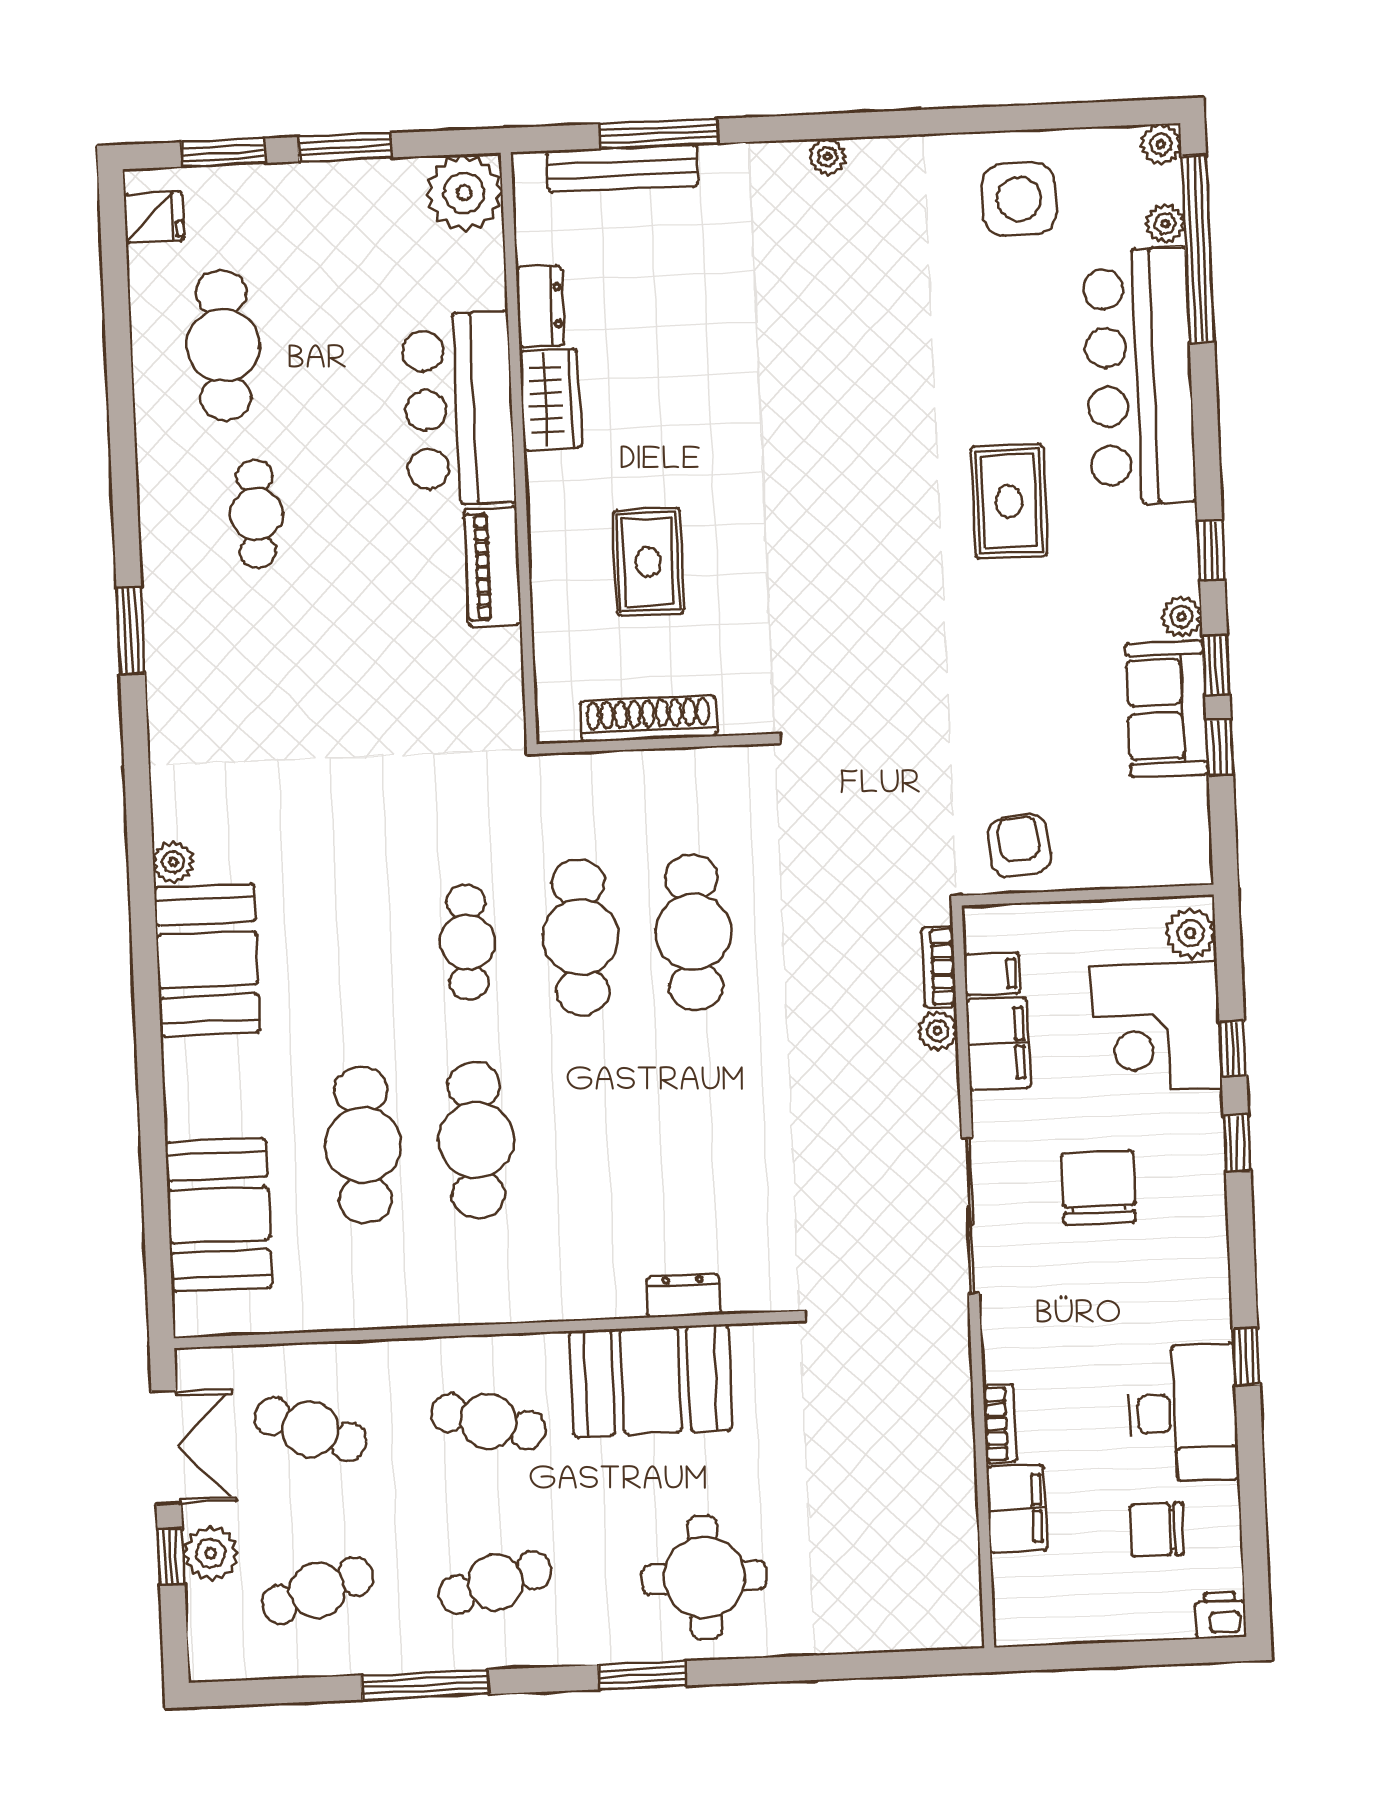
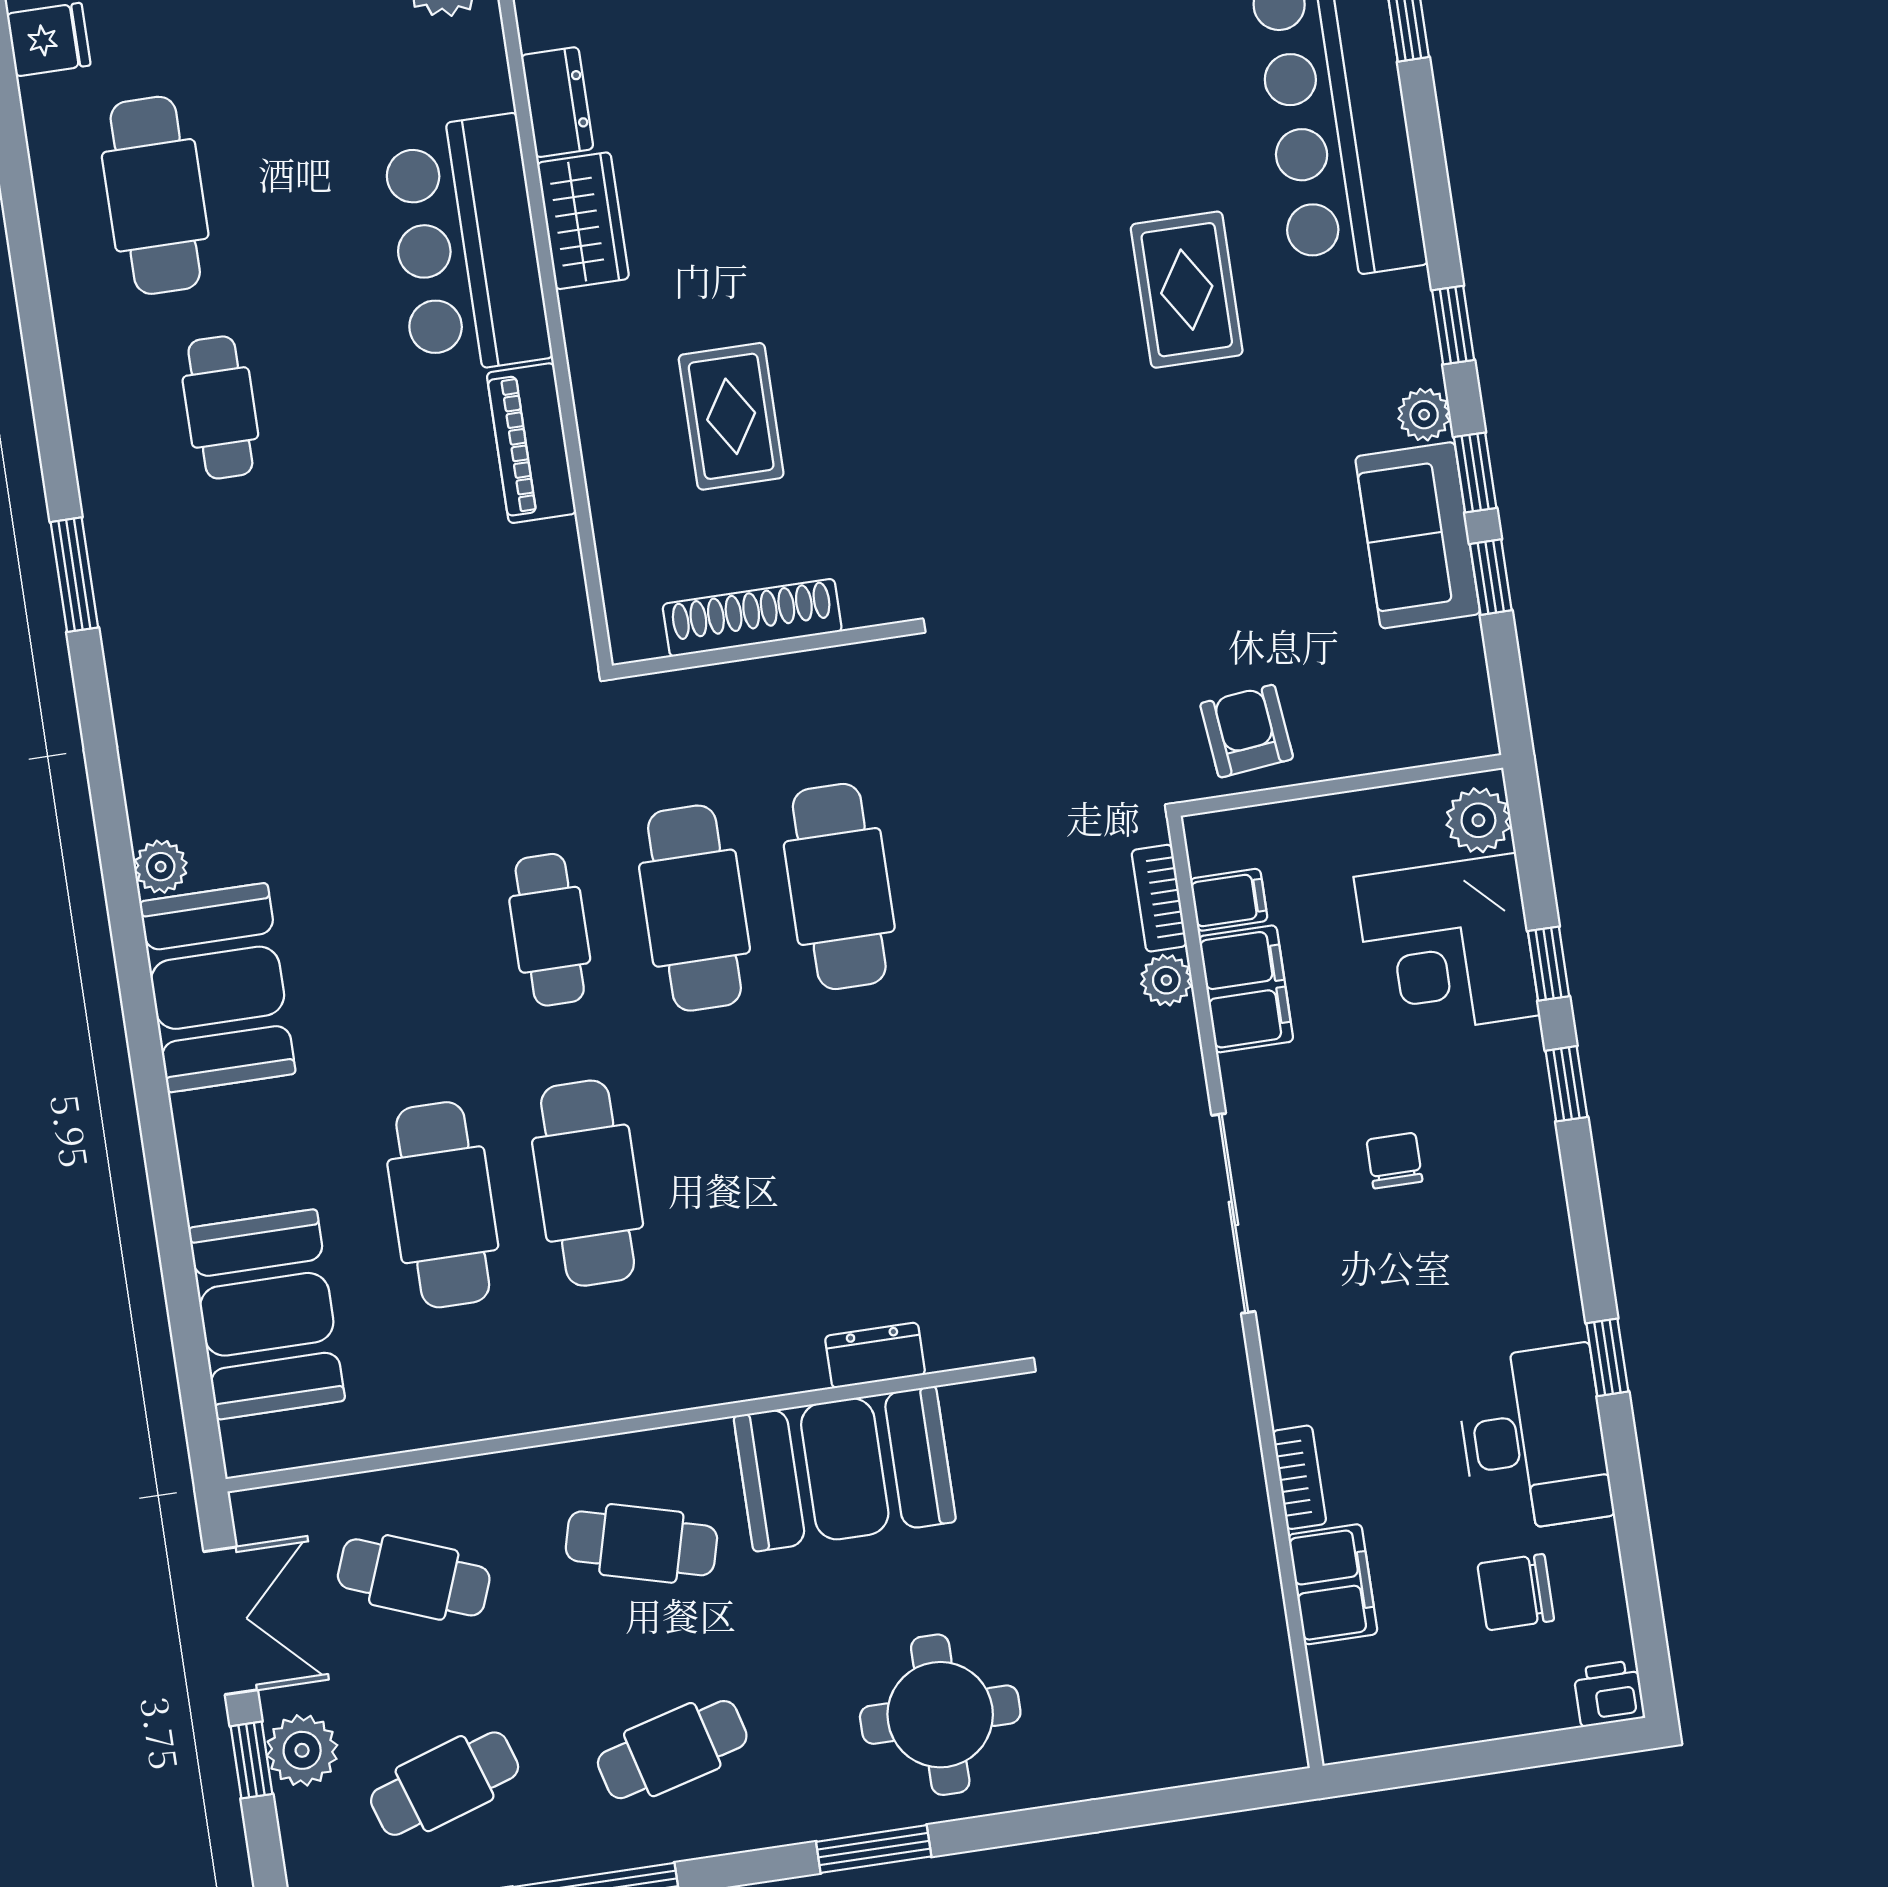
chair: (1098, 1188) -> (1394, 1161), width x0.54, depth x0.54

